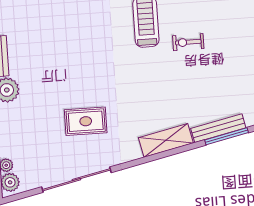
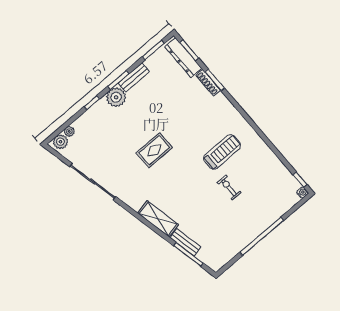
rug: (86, 121) -> (154, 150), moved, turned 90
bench: (218, 128) -> (185, 242), width x0.73

